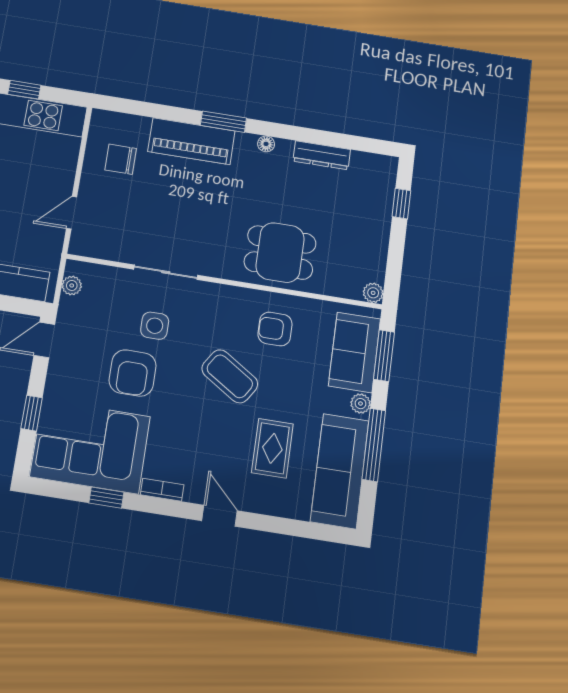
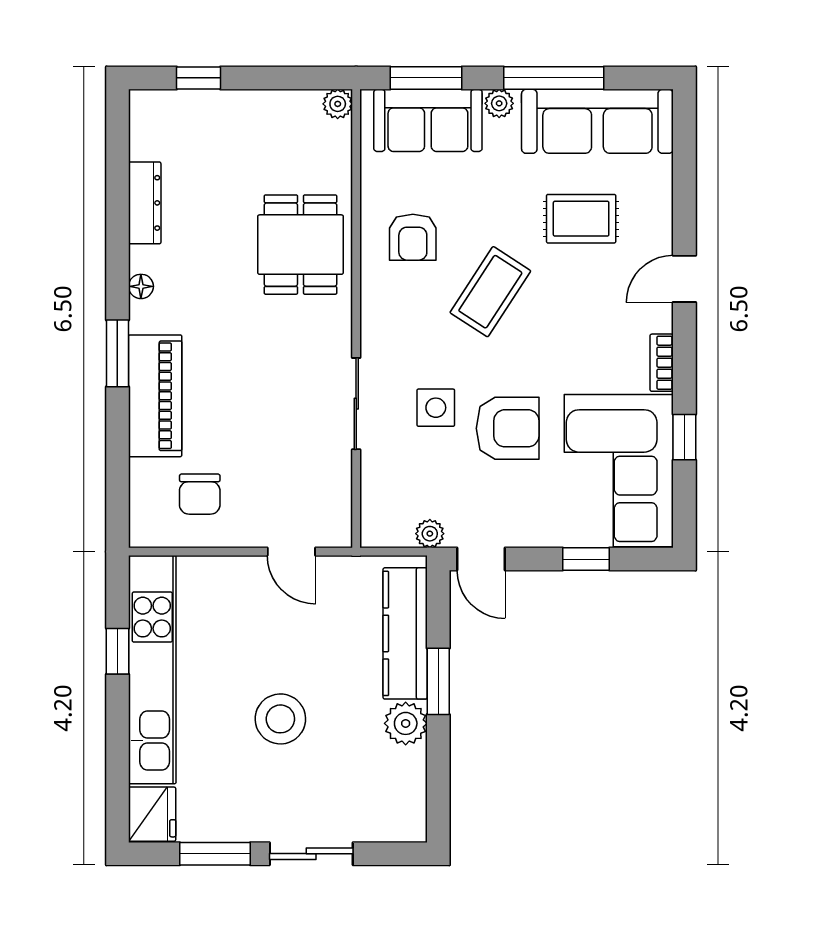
plant: (72, 285) -> (430, 534), moved

